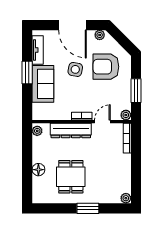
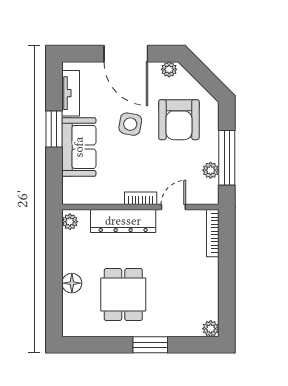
armchair: (106, 67) -> (179, 120), turned -90
window: (136, 91) -> (227, 158), width x1.44
plant: (126, 115) -> (211, 170), moved

